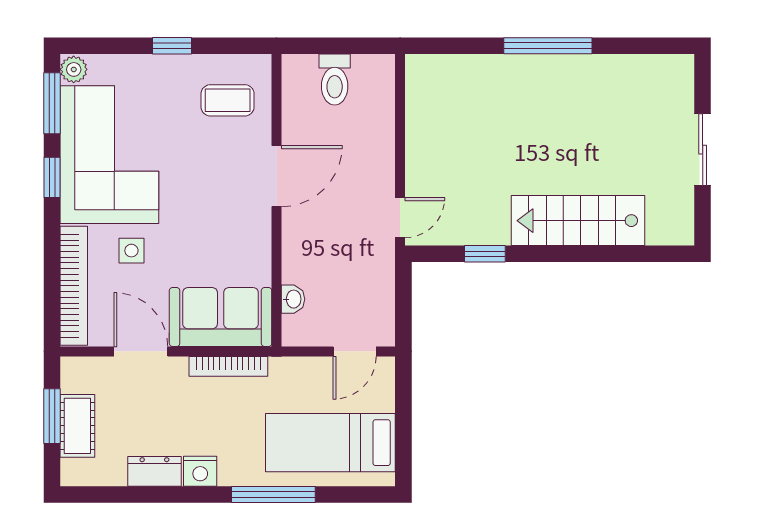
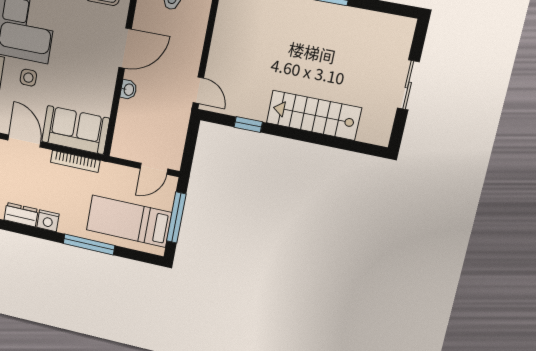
door: (400, 218) -> (198, 90), hinge flipped
washbasin: (293, 299) -> (128, 90), moved
window: (403, 420) -> (176, 218), added

